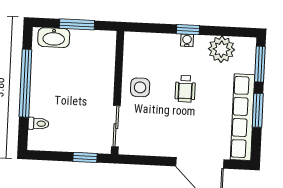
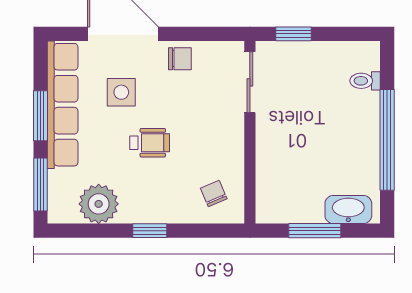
water cooler: (187, 40) -> (150, 215), removed
chair: (144, 53) -> (214, 194), added
side table: (140, 87) -> (121, 92), moved
wheelchair: (185, 89) -> (150, 143), turned 90
chair: (162, 144) -> (180, 59), added

